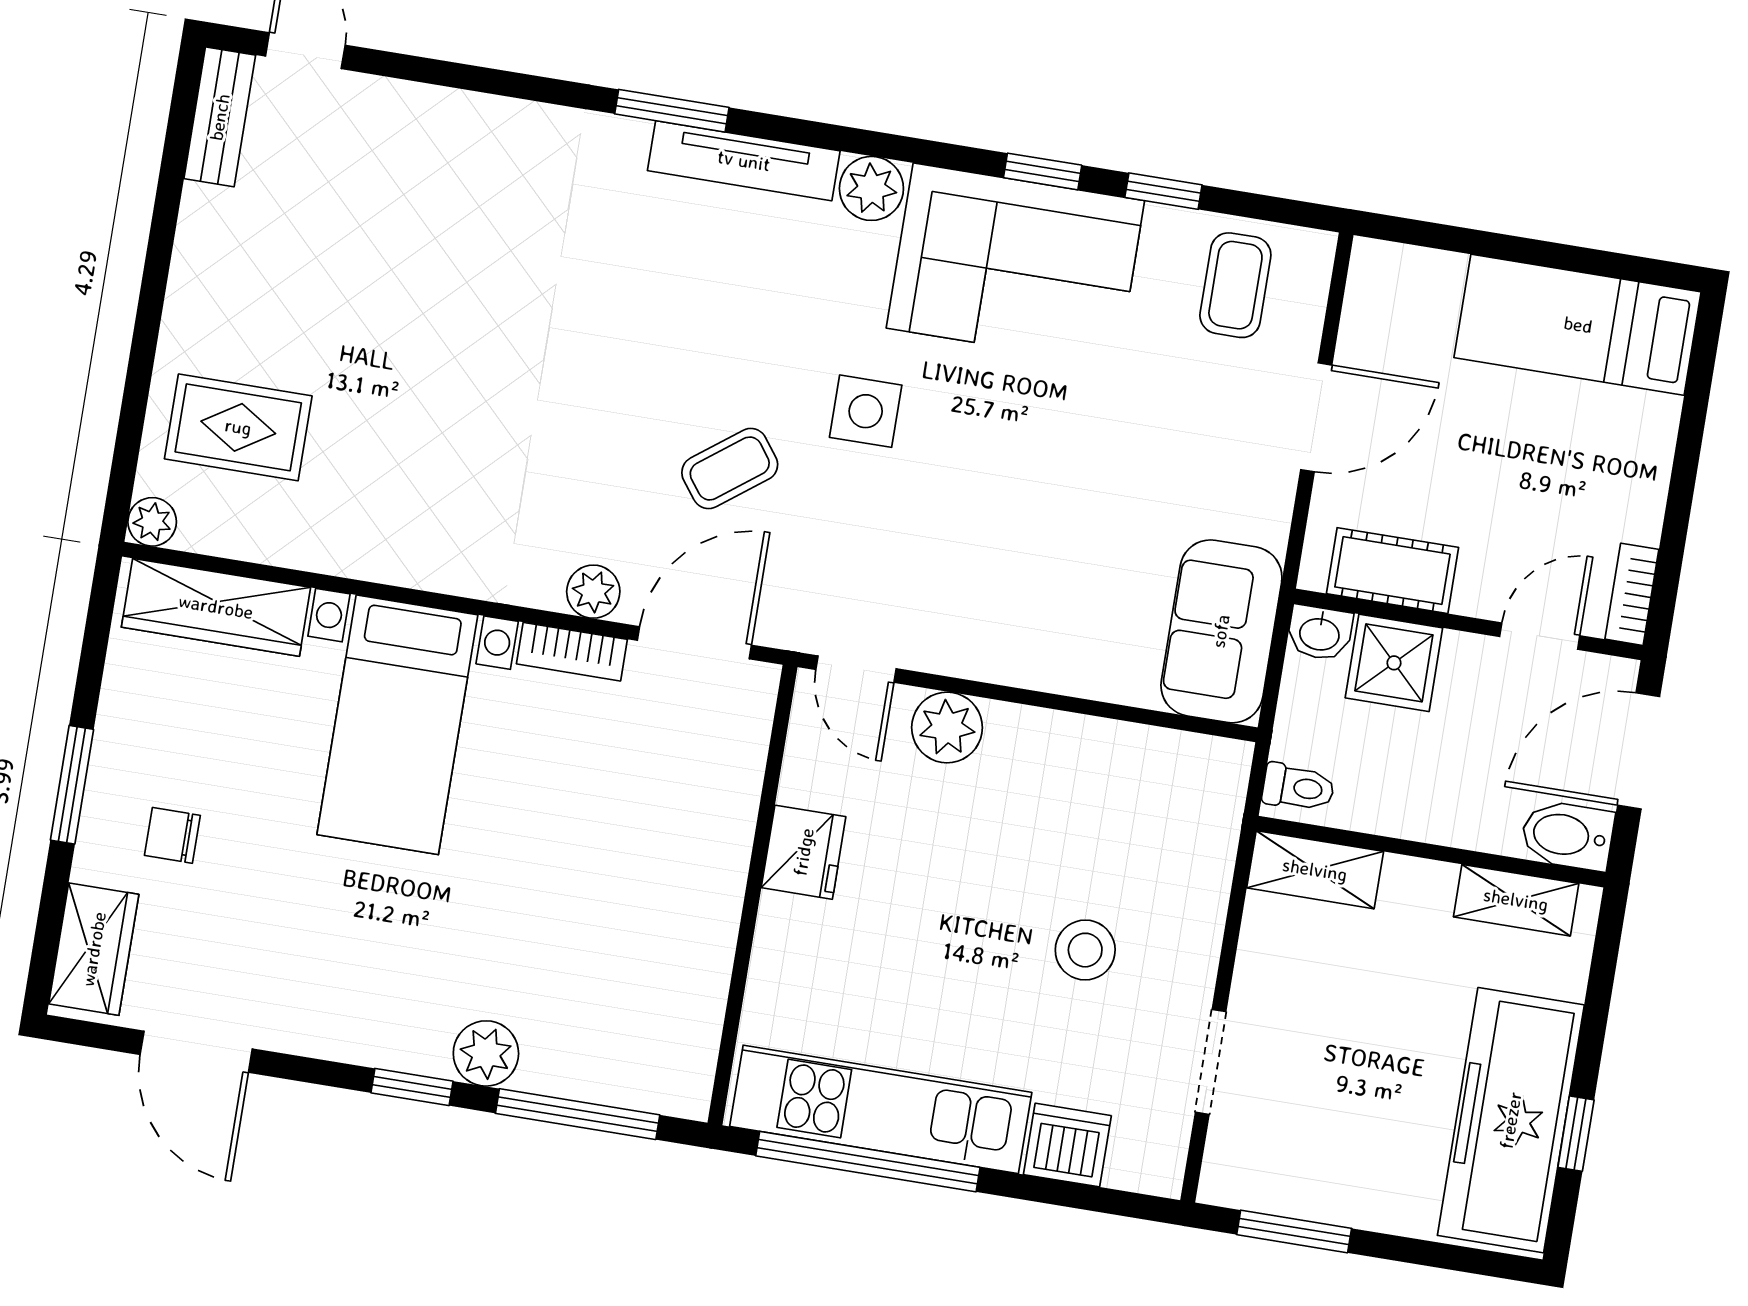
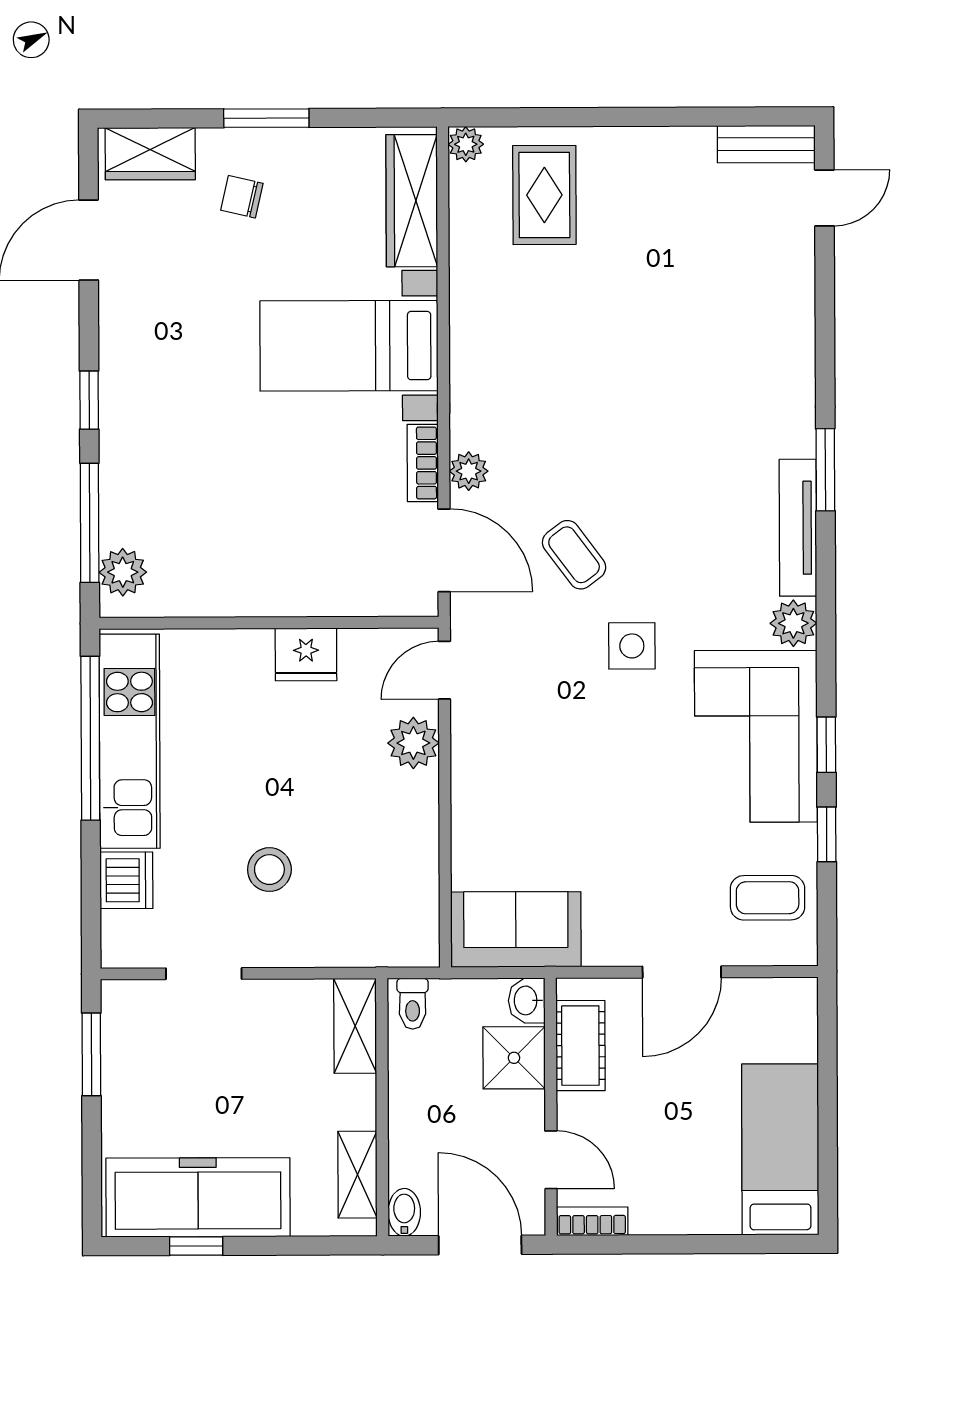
door: (1316, 417) -> (682, 972), hinge flipped
chair: (172, 835) -> (242, 197), turned -77
bidet: (1567, 835) -> (404, 1212), width x0.72, depth x0.74
plant: (486, 1053) -> (123, 572), moved

